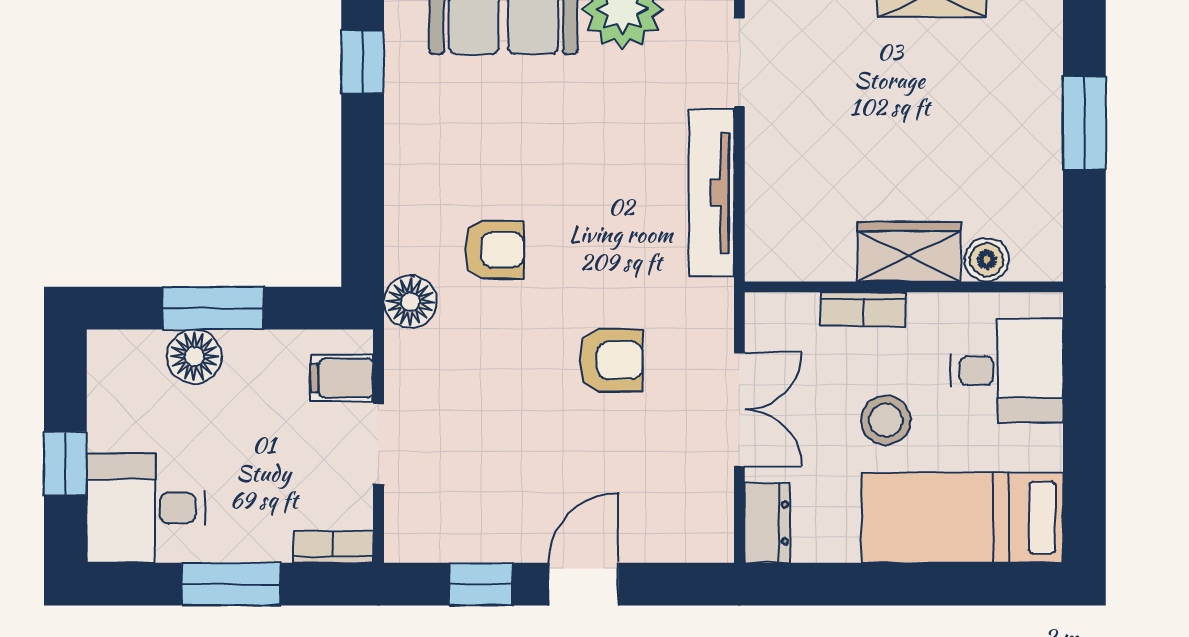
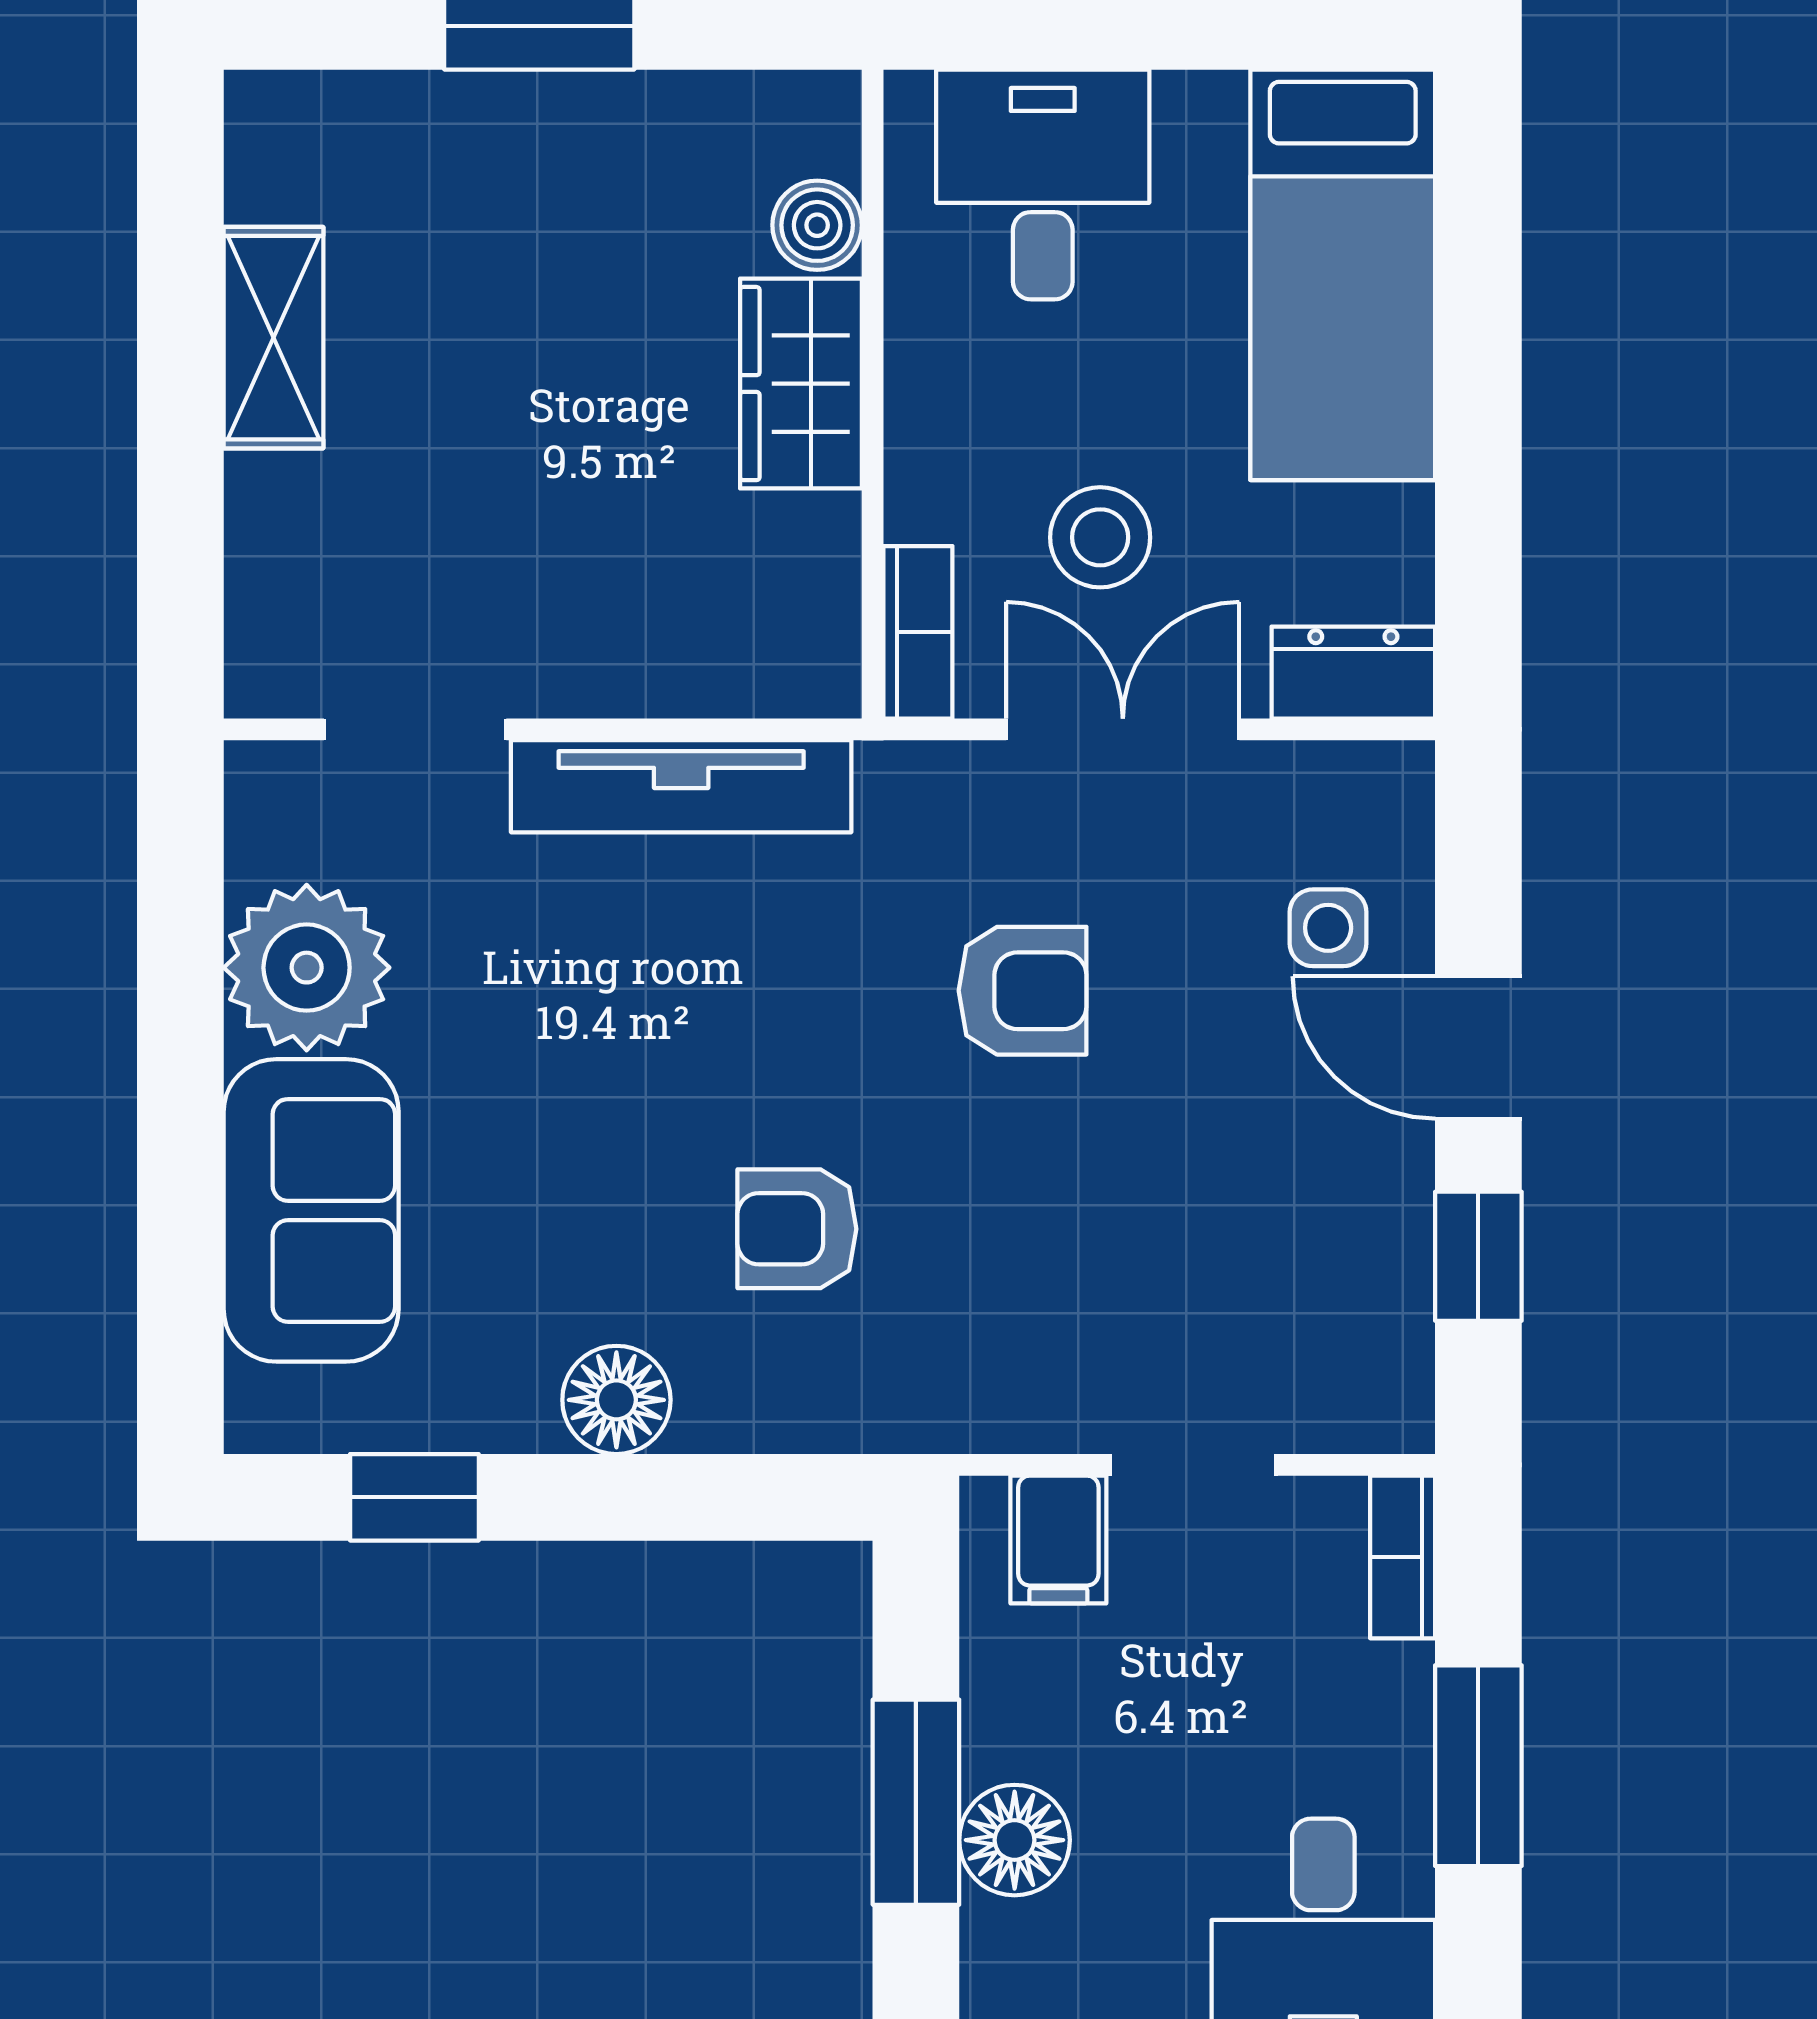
armchair: (494, 250) -> (797, 1229), turned -90
floor lamp: (410, 302) -> (616, 1400), moved
bookcase: (863, 309) -> (918, 632), moved
armchair: (611, 360) -> (1023, 991), turned 90
stool: (886, 420) -> (1100, 537), moved
side table: (642, 510) -> (1328, 928), added

